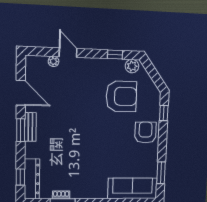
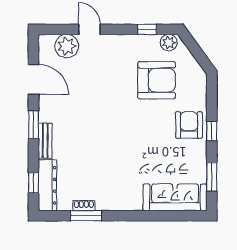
plant: (54, 61) -> (67, 46), width x1.88, depth x1.88
window: (164, 113) -> (212, 131), moved
bench: (30, 127) -> (45, 141), moved

